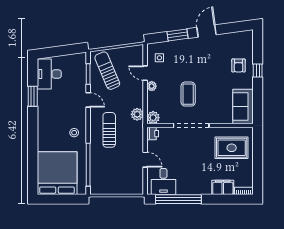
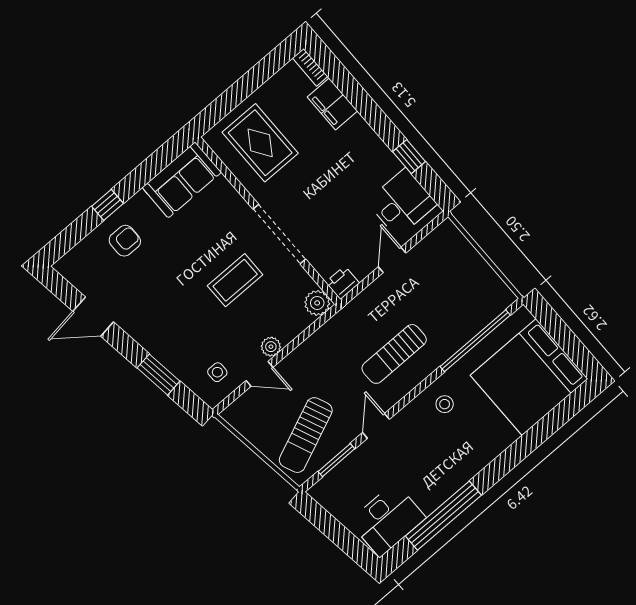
door: (206, 31) -> (93, 317), moved
door: (145, 73) -> (260, 374), hinge flipped
window: (33, 96) -> (443, 516), width x2.11
plant: (137, 114) -> (333, 332), removed
window: (178, 199) -> (409, 157), width x0.32

